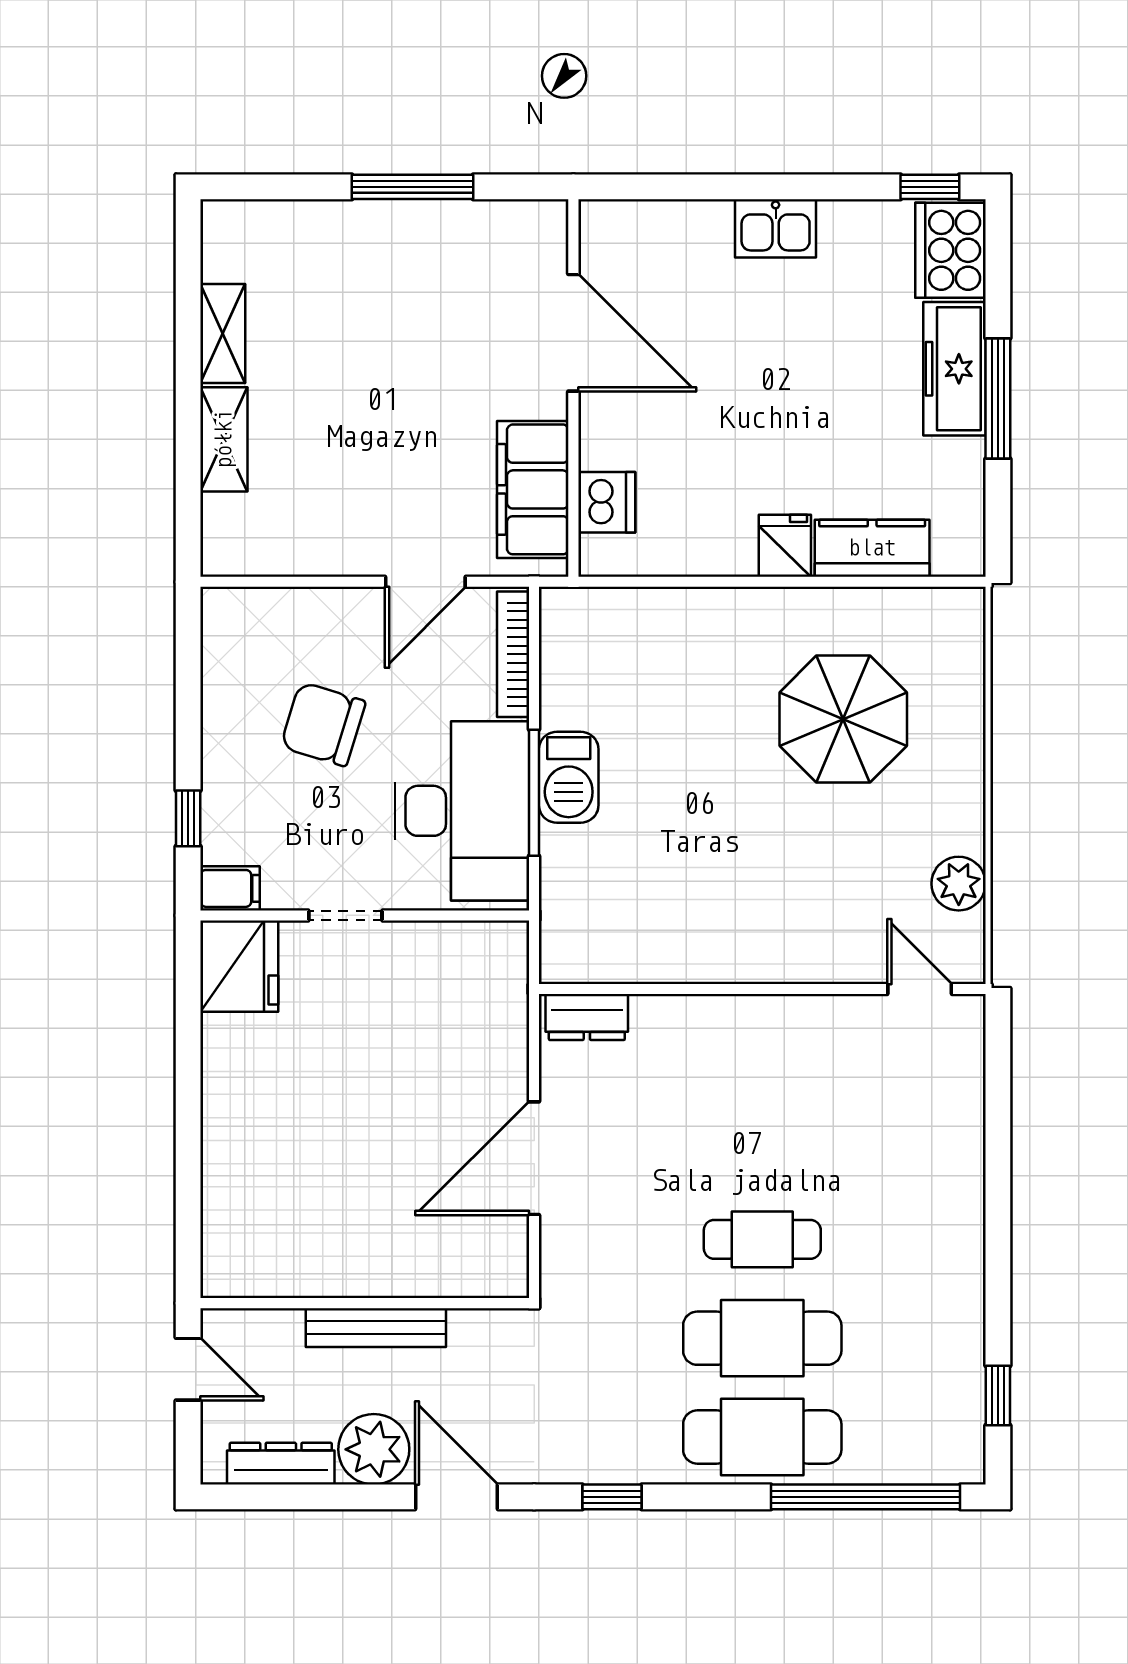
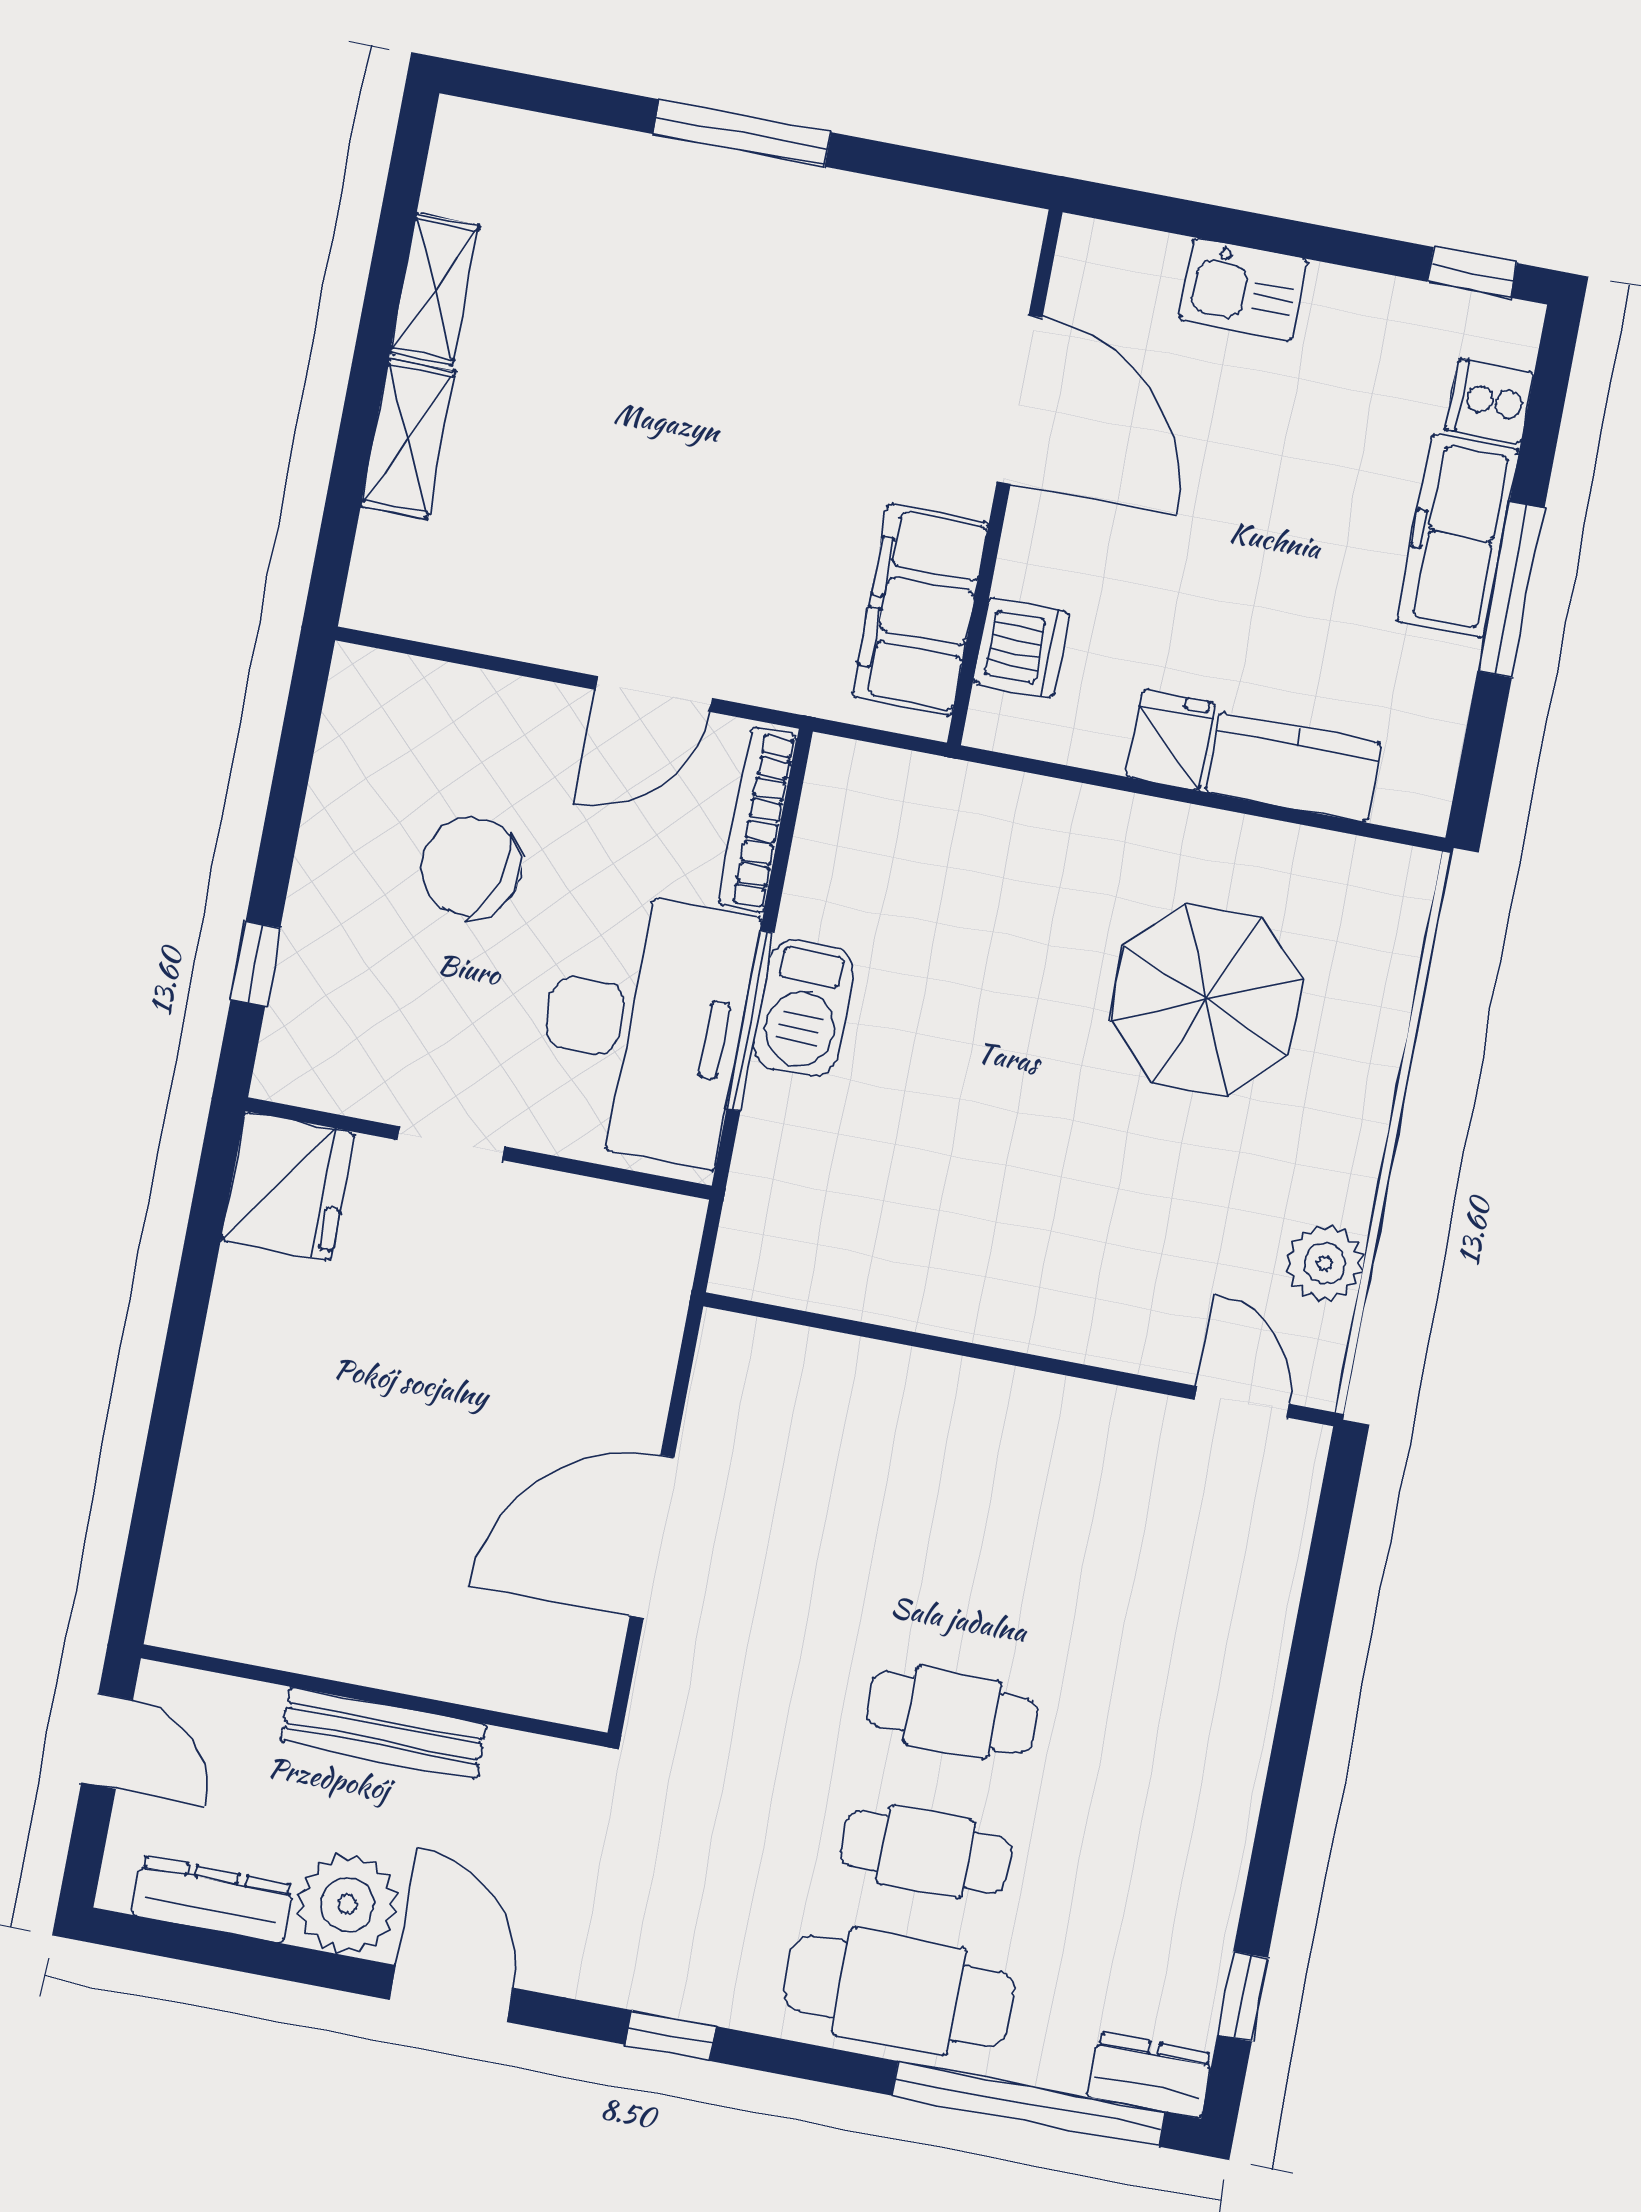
cooker: (950, 250) -> (1490, 401), width x0.53, depth x0.76
door: (573, 333) -> (1020, 399), moved
wall: (573, 388) -> (1005, 477), moved
filing cabinet: (533, 489) -> (920, 610), moved
dishwasher: (607, 502) -> (1021, 648), moved
filing cabinet: (230, 888) -> (296, 1074), removed
dresser: (587, 1017) -> (1149, 2075), moved, turned 180
cafe table: (762, 1338) -> (926, 1852), width x0.73, depth x0.74

